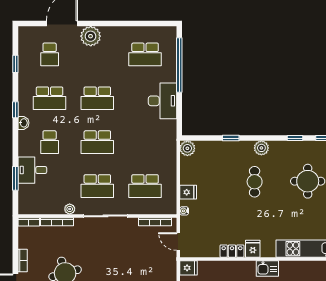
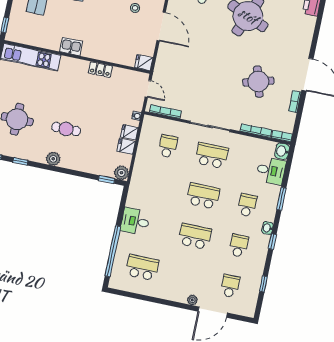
plant: (91, 36) -> (192, 300), width x0.53, depth x0.53
school desk: (50, 98) -> (239, 246), width x0.54
desk: (162, 101) -> (135, 221), width x0.73
window: (231, 138) -> (107, 180), moved
desk: (32, 170) -> (271, 171), moved
window: (15, 178) -> (281, 199), moved
cafe table: (255, 182) -> (66, 129), turned 90
school desk: (145, 186) -> (168, 146), width x0.54
washbasin: (25, 206) -> (282, 151), added
plant: (70, 209) -> (242, 140), removed
fridge: (253, 249) -> (126, 146), moved, turned 90

